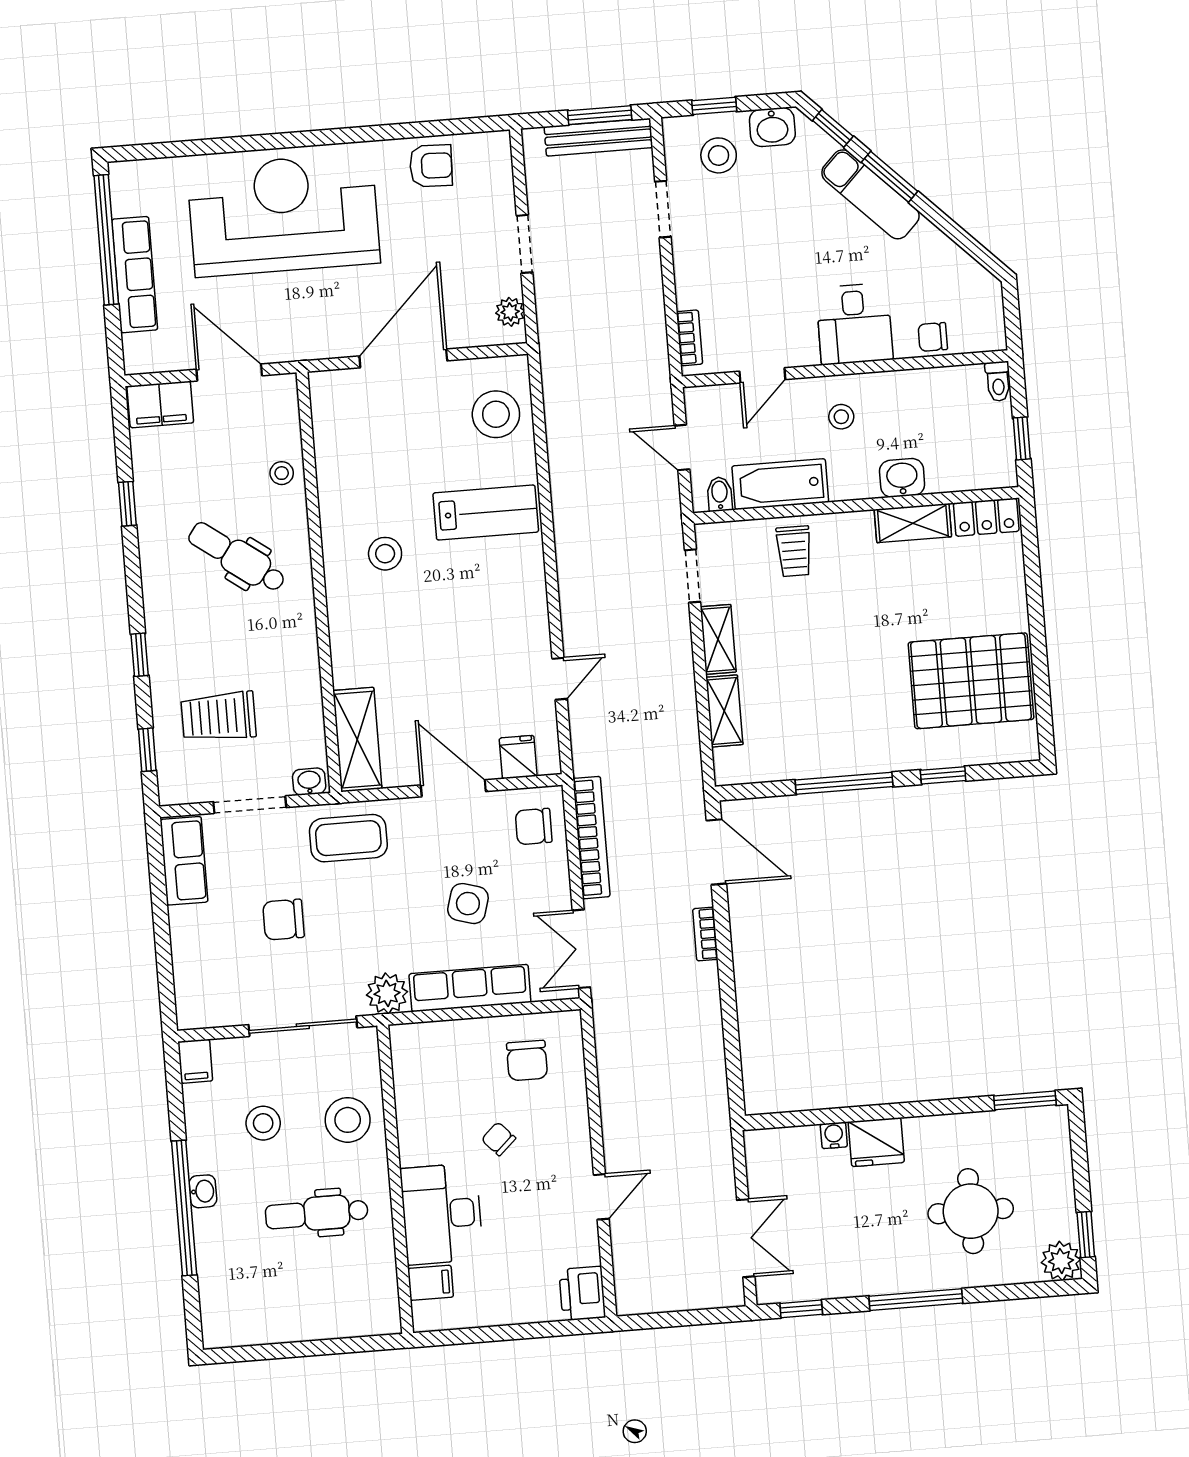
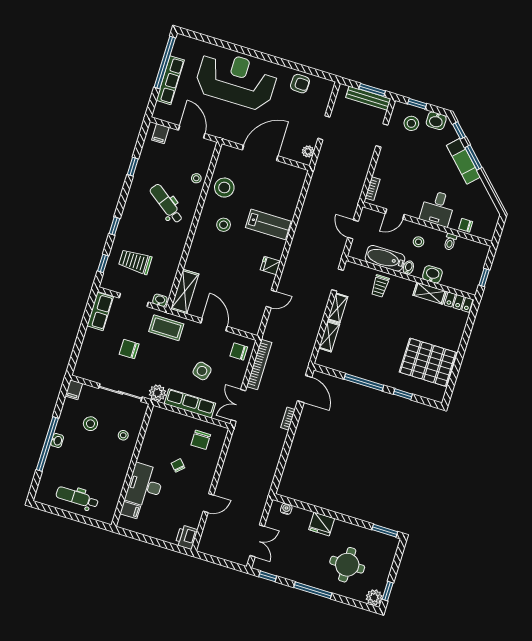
toilet: (998, 381) -> (450, 242), moved
filing cabinet: (160, 404) -> (160, 134), width x0.50
stool: (496, 414) -> (224, 188), moved
bidet: (720, 494) -> (408, 268), moved
fridge: (518, 757) -> (270, 265), moved, turned -90
stool: (348, 1120) -> (123, 435), width x0.53, depth x0.53
water cooler: (834, 1135) -> (286, 509), moved
dental chair: (317, 1213) -> (77, 498), moved

